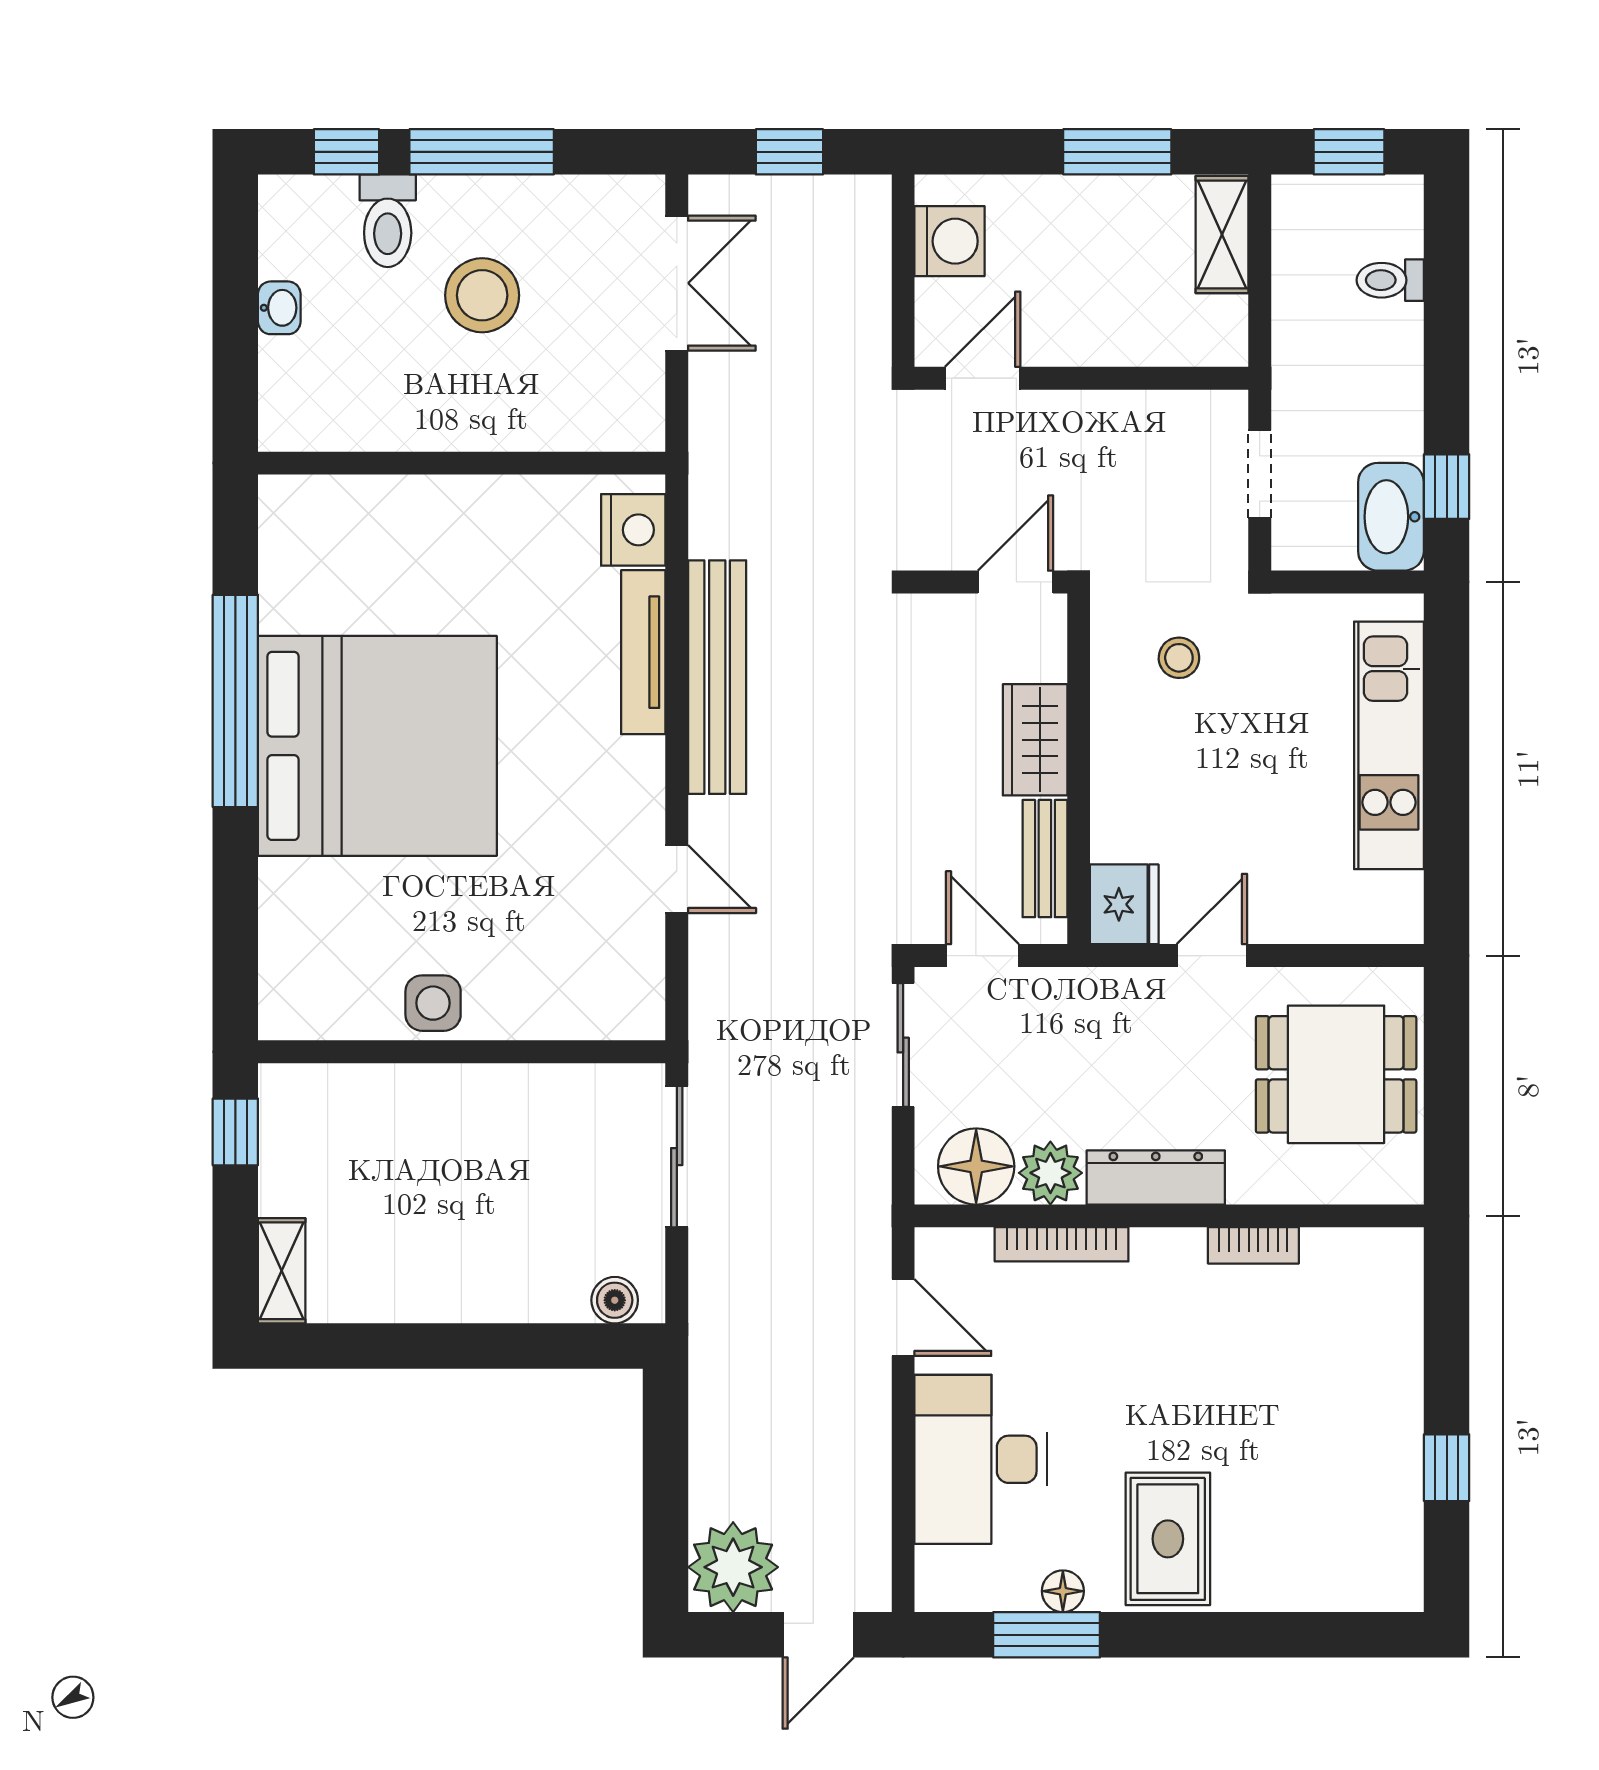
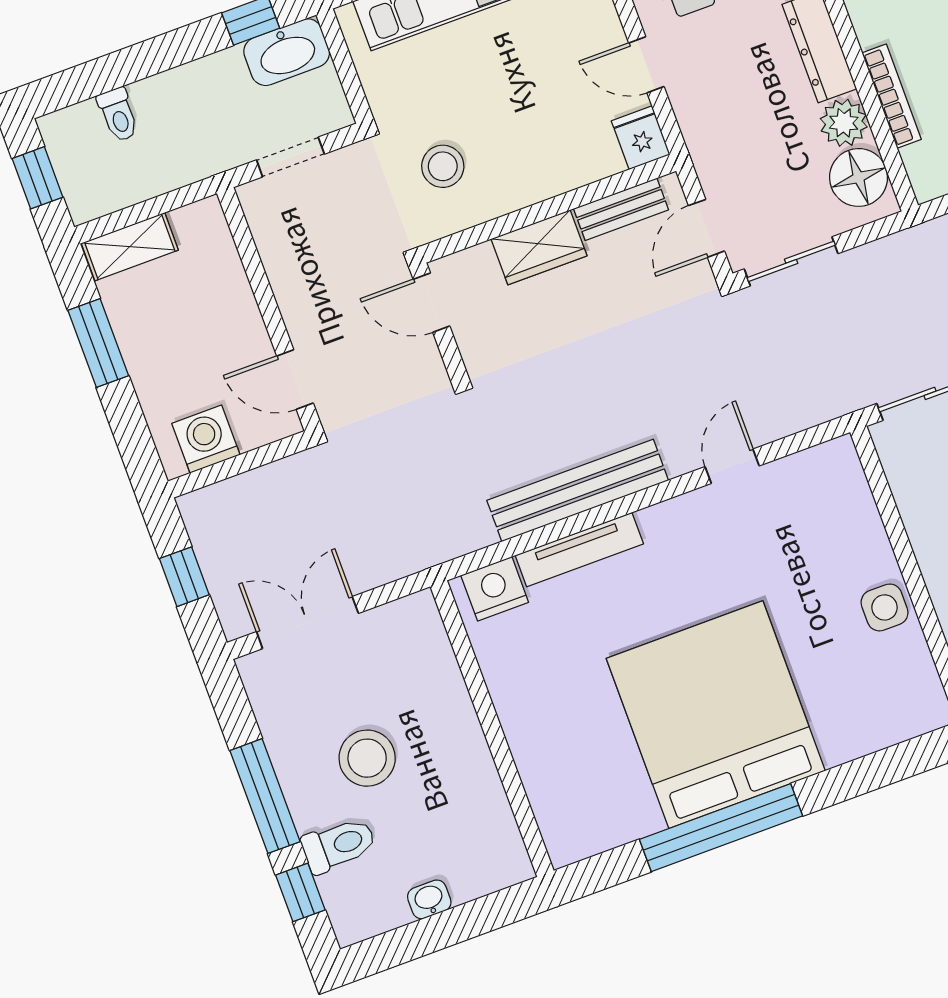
stool: (1179, 658) -> (443, 166), width x1.37, depth x1.37
fridge: (1124, 904) -> (641, 138), width x0.72

